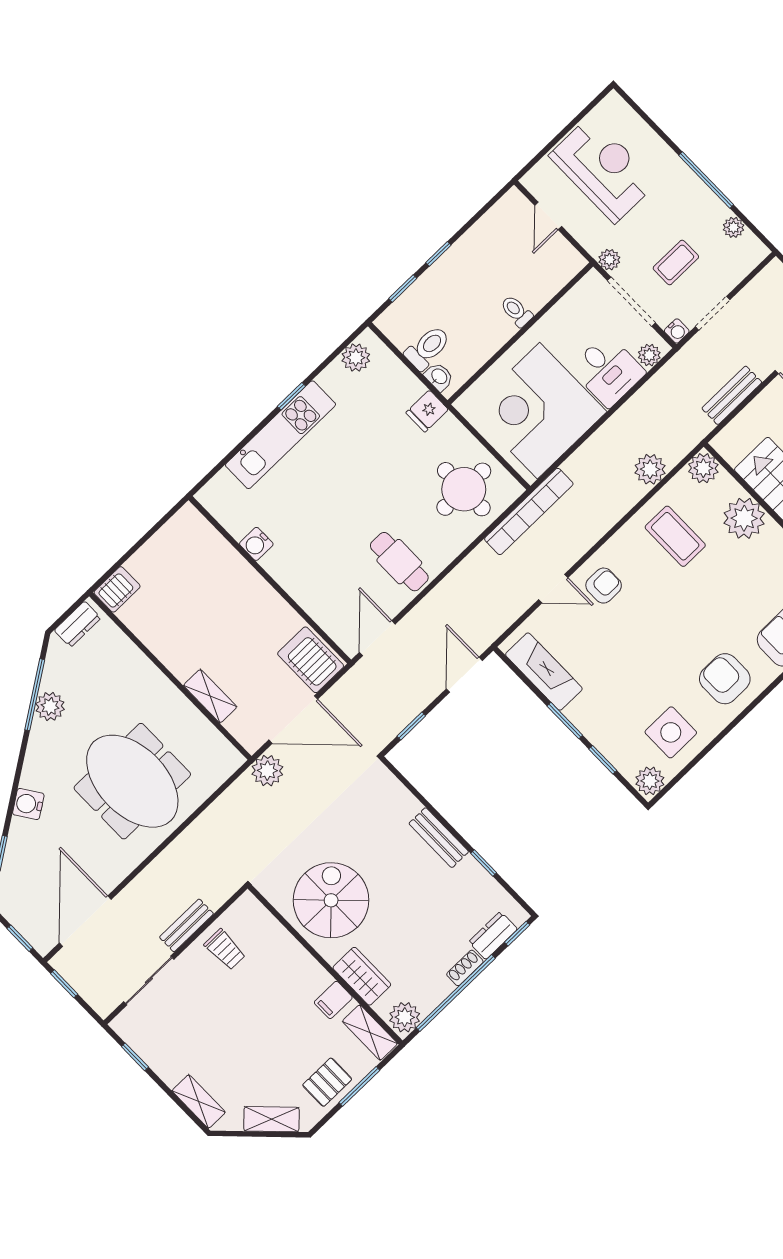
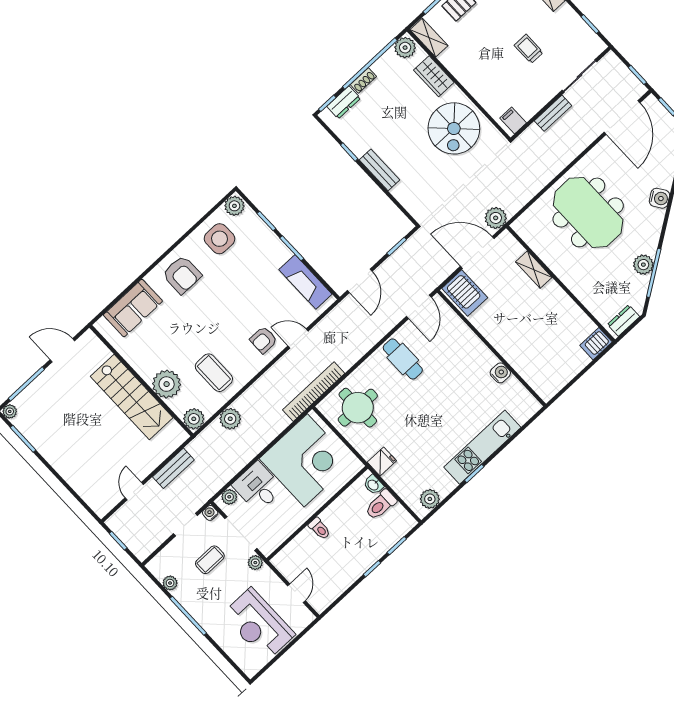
trolley: (225, 950) -> (529, 49), moved
filing cabinet: (333, 1000) -> (513, 120), moved, turned -90

